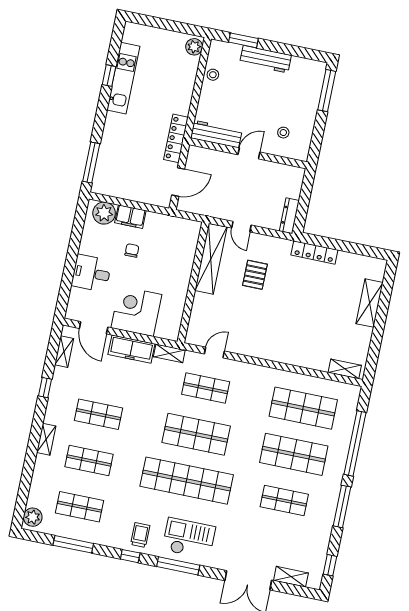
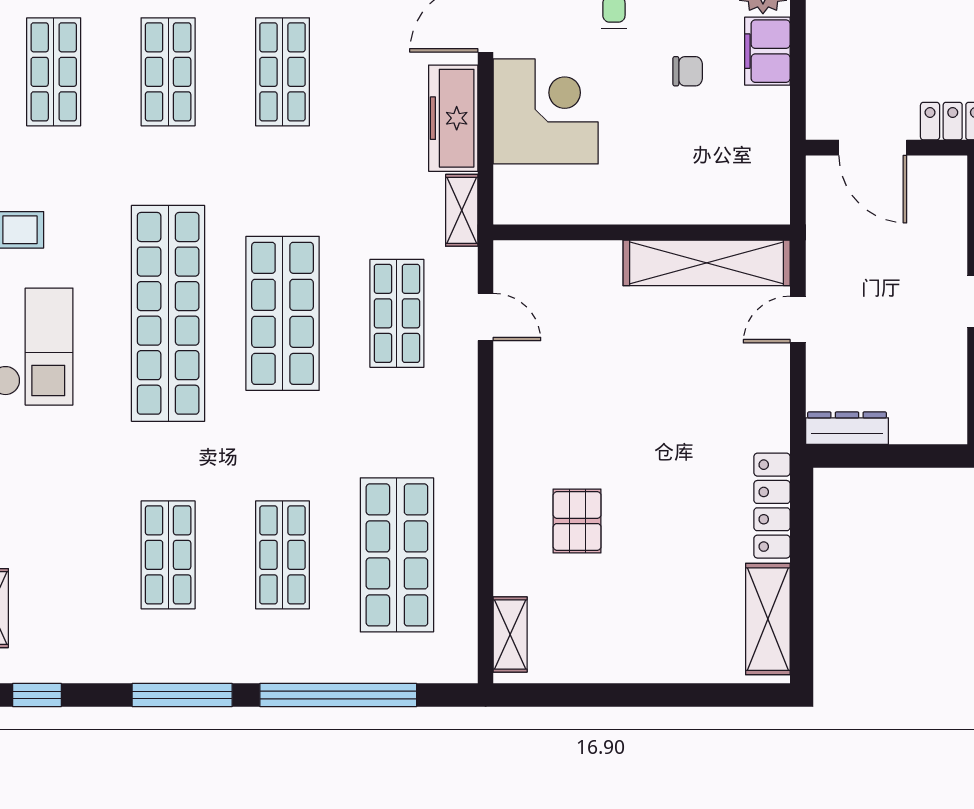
pallet: (255, 275) -> (577, 521), moved, turned 90
shelving: (370, 303) -> (768, 619), moved, turned 90
shop shelf: (294, 454) -> (283, 555), width x0.70, depth x0.74

